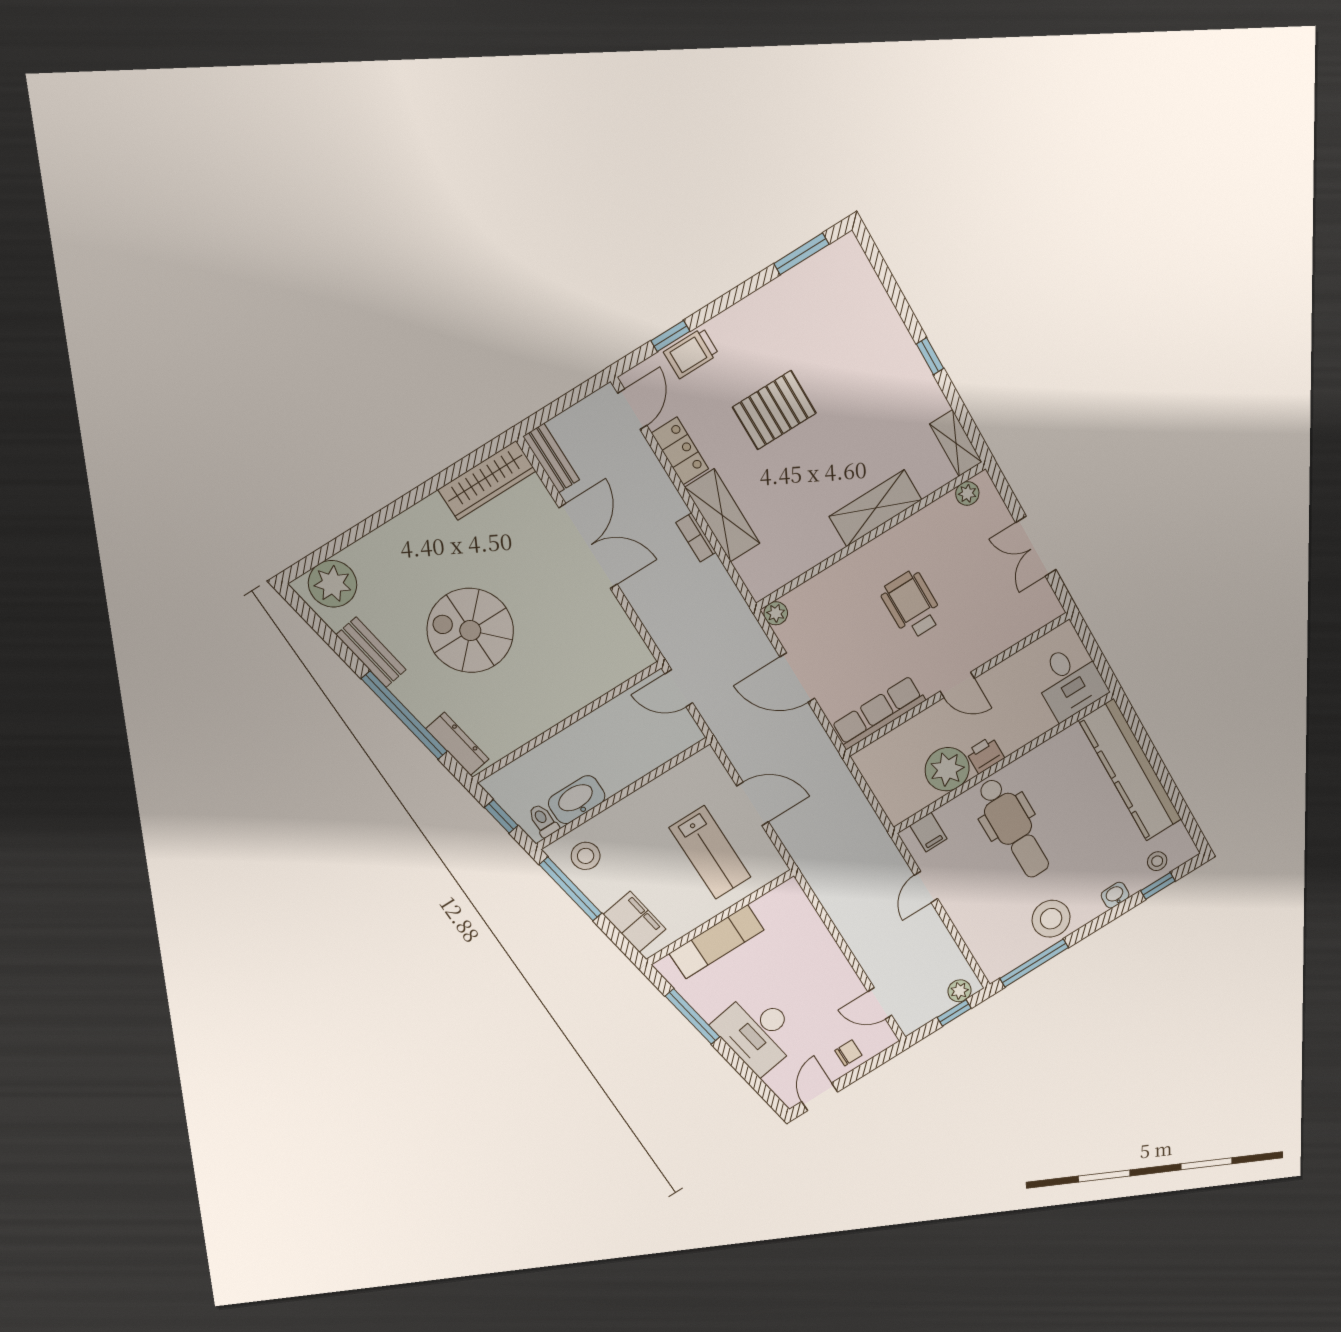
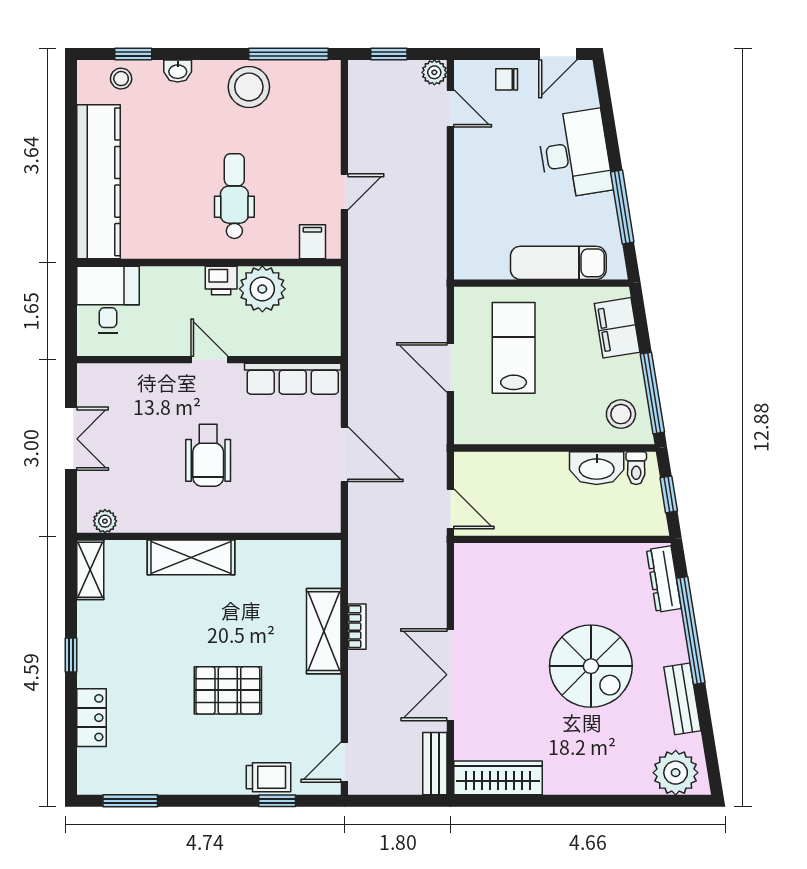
locker: (680, 451) -> (92, 718), moved, turned 180
plant: (776, 613) -> (329, 521), removed
dental chair: (1013, 828) -> (234, 196), width x0.73, depth x0.72
plant: (960, 991) -> (434, 72), moved

